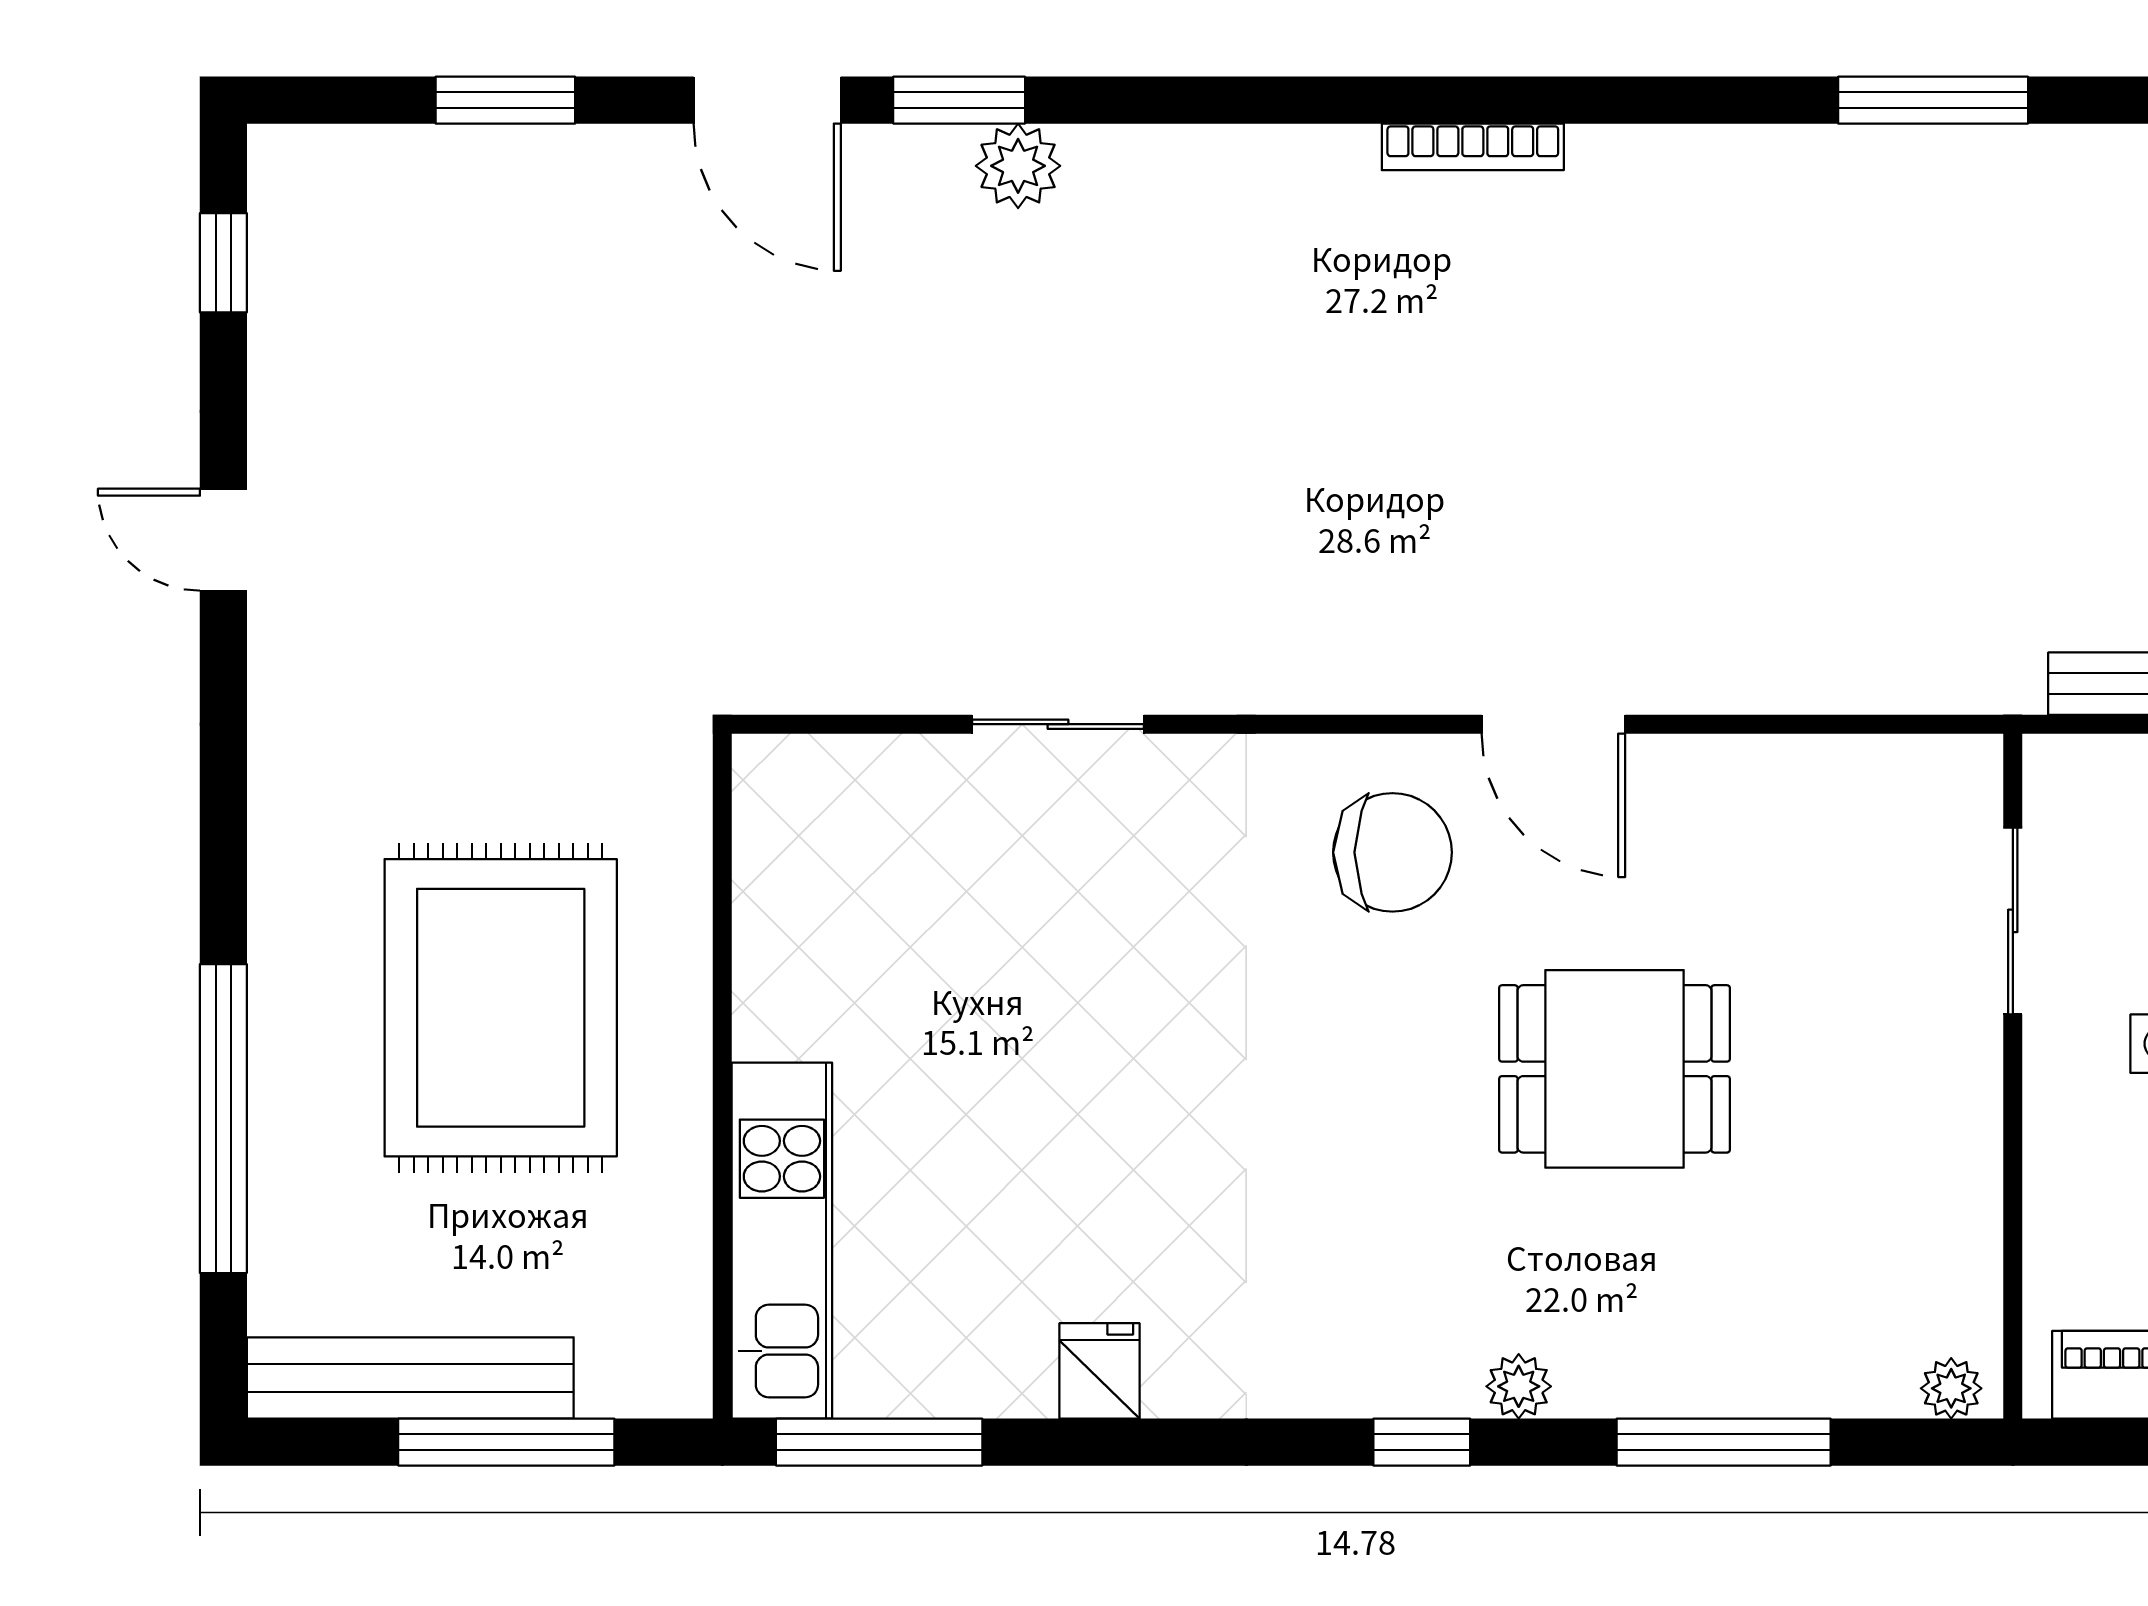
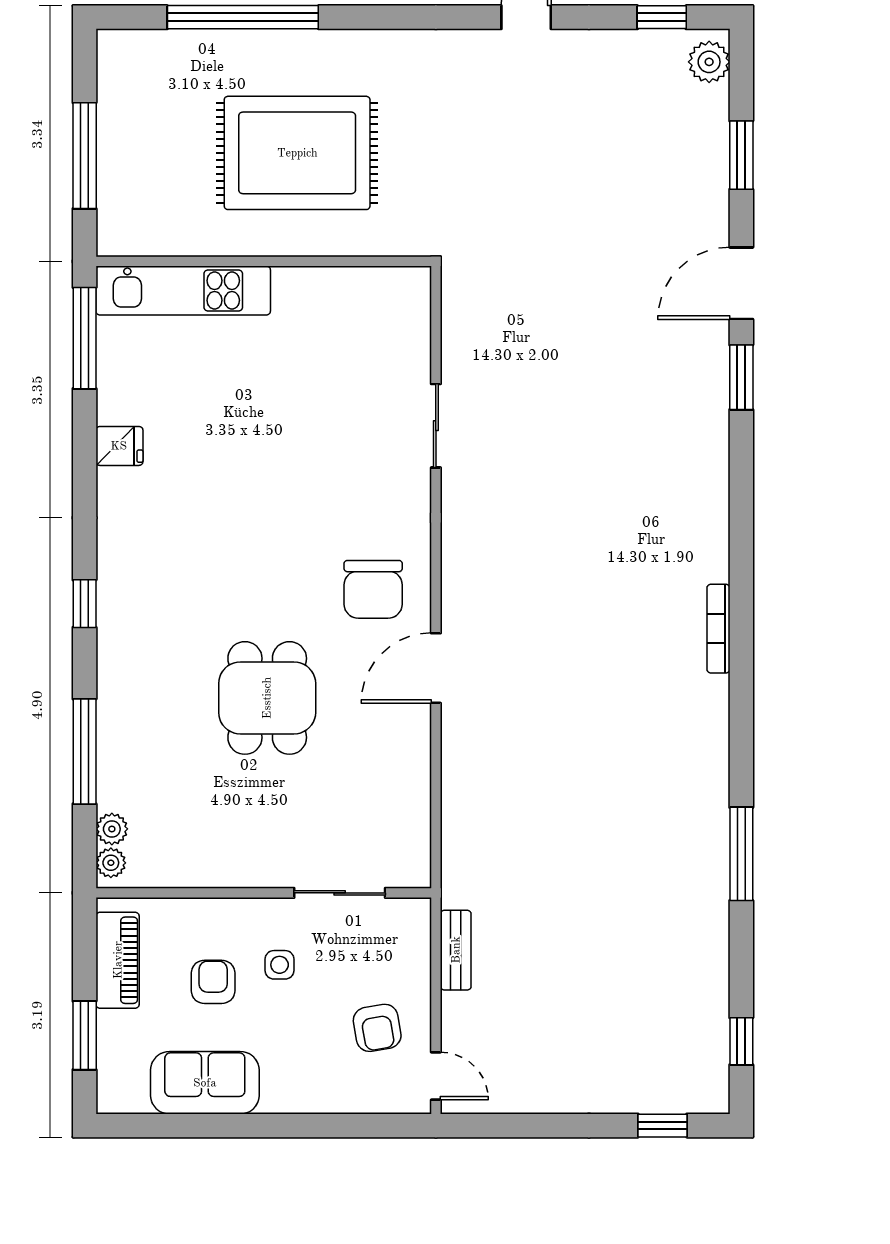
plant: (1018, 166) -> (709, 62), moved
bench: (410, 1378) -> (116, 109), removed
plant: (1519, 1386) -> (112, 829), moved

